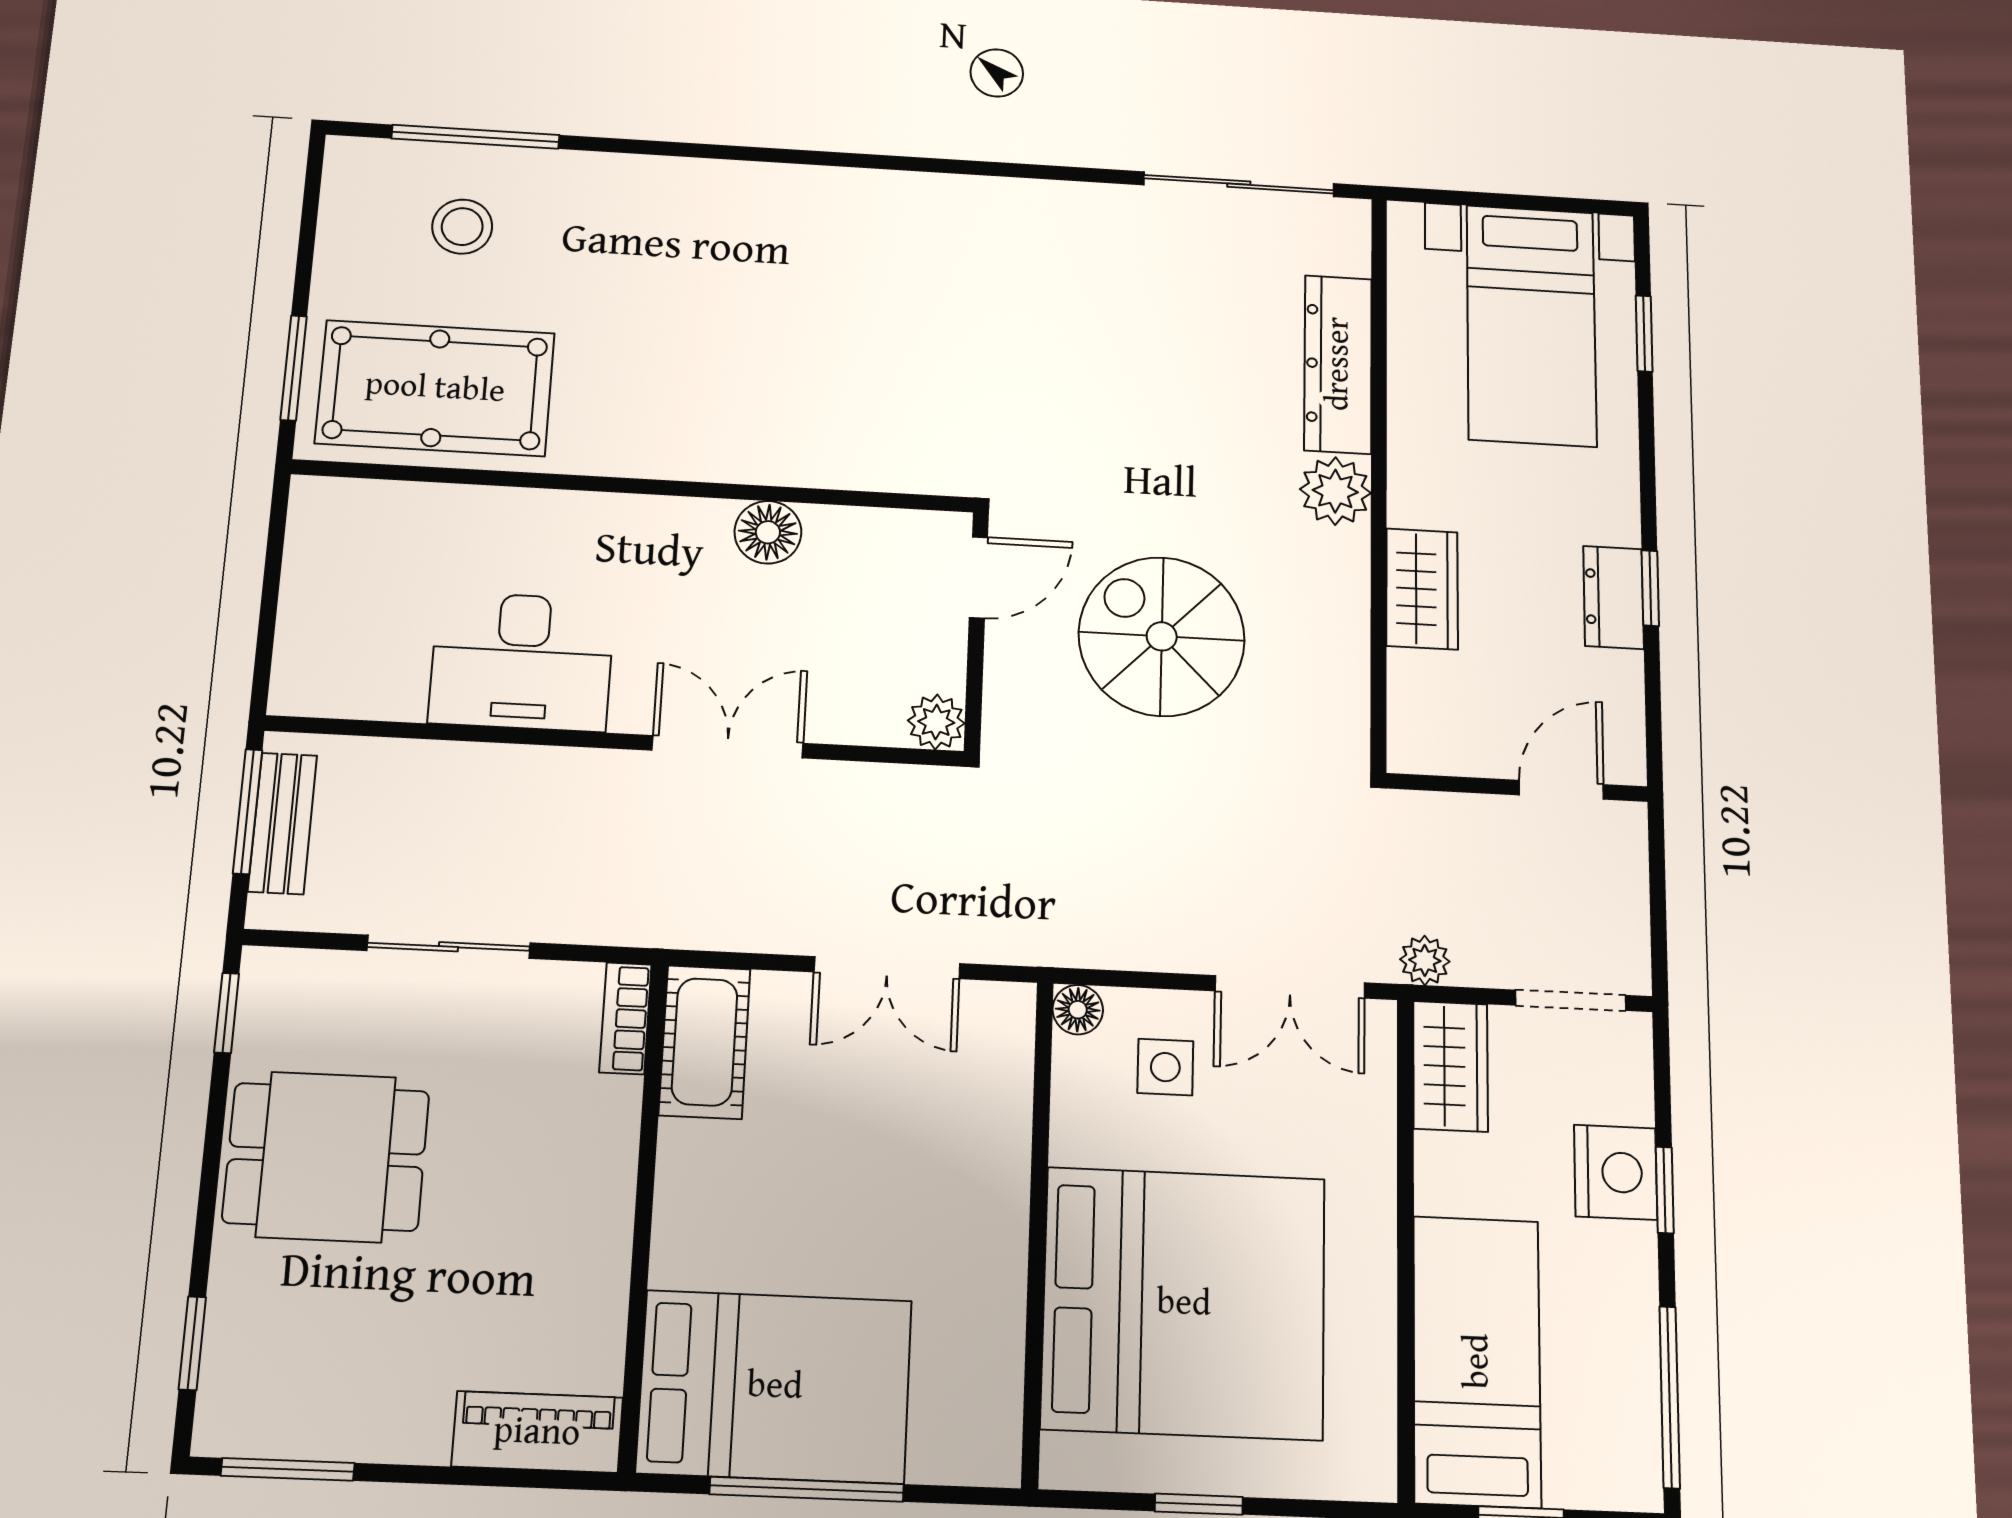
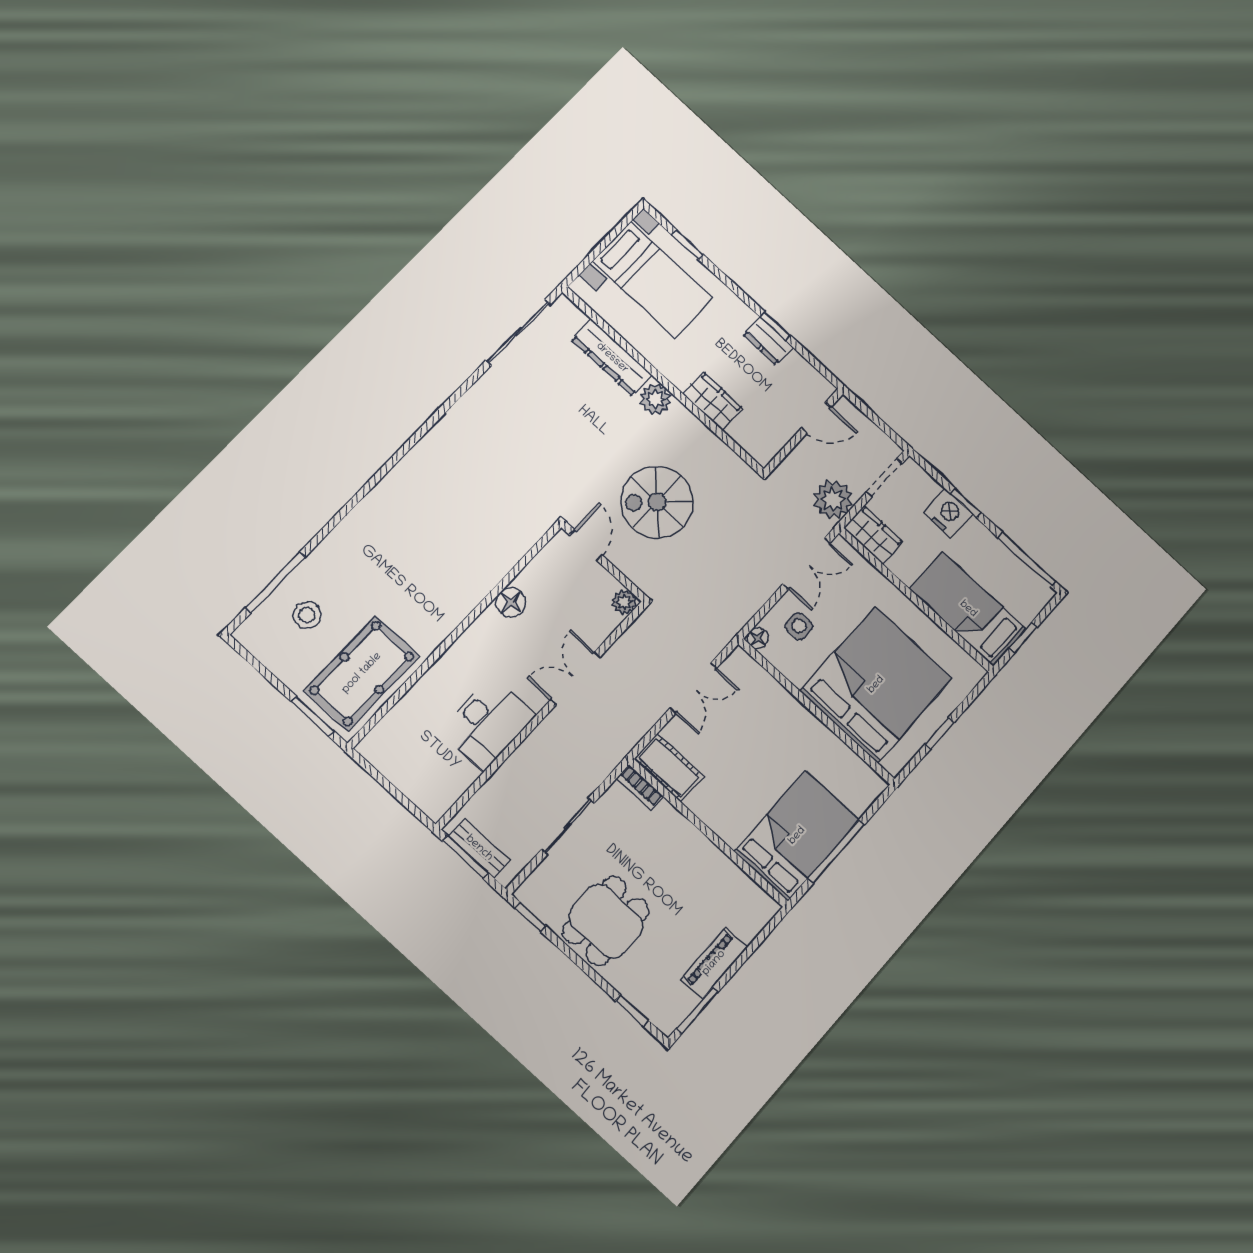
door: (1561, 790) -> (816, 418), swing flipped
plant: (1425, 960) -> (833, 500), width x1.87, depth x1.87
piano: (537, 1432) -> (714, 963), moved

